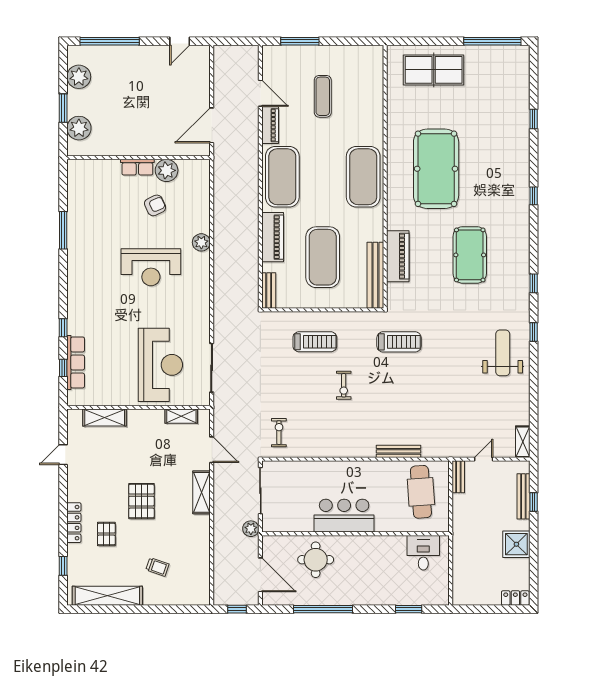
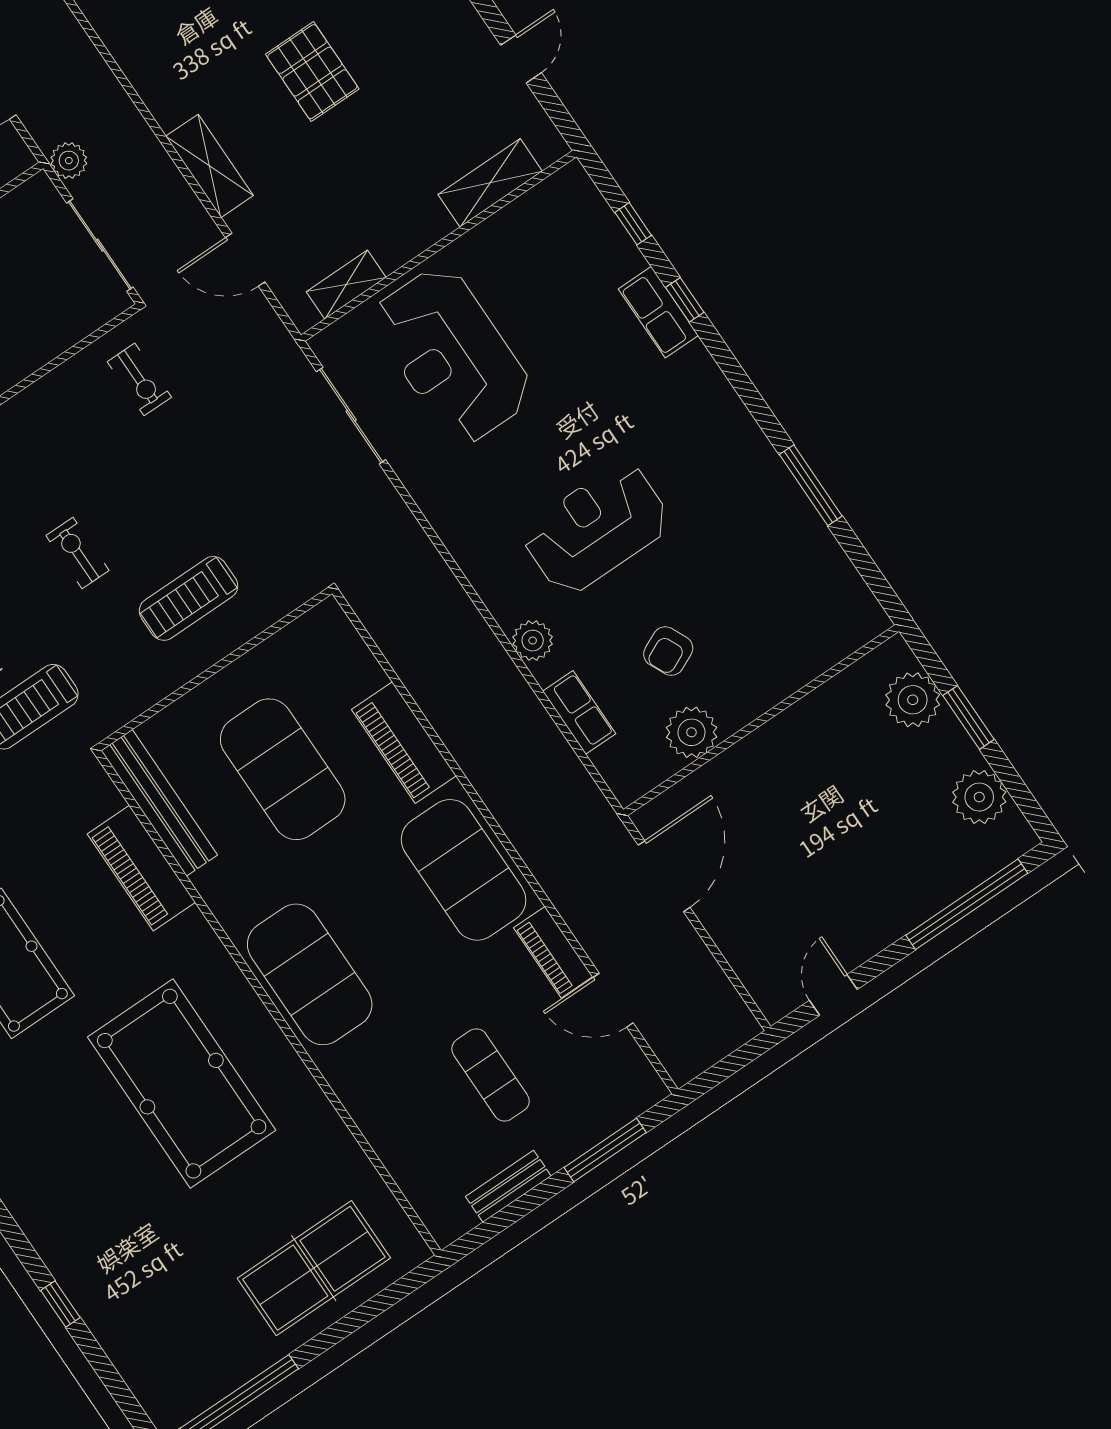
row of seats: (137, 167) -> (579, 712), moved, turned 90
bench: (269, 291) -> (508, 1186), moved, turned 90
row of seats: (76, 362) -> (658, 312), moved, width x0.68

